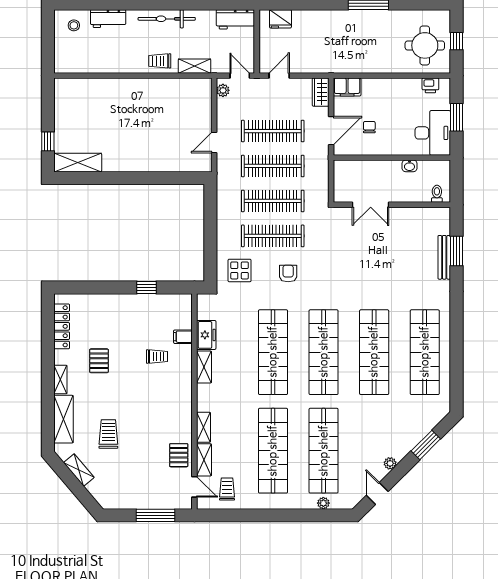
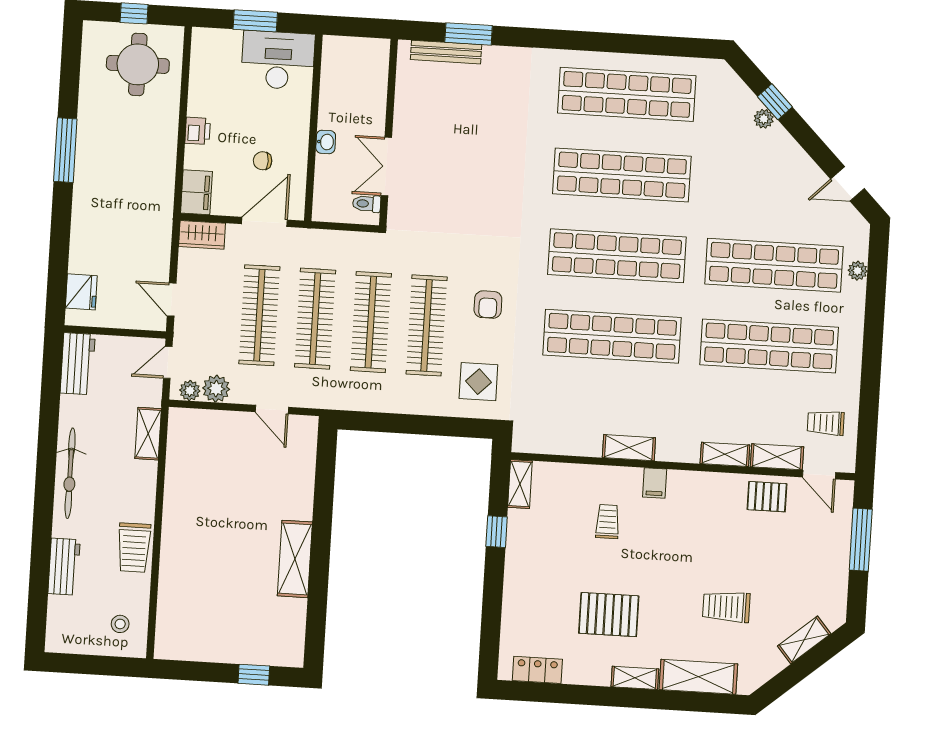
stool: (74, 25) -> (120, 624), moved
trolley: (160, 61) -> (134, 548), moved, width x1.36, depth x1.39
printer: (430, 85) -> (198, 131), moved
plant: (225, 107) -> (216, 389), added
door: (331, 131) -> (264, 222), hinge flipped
shelving: (78, 163) -> (295, 559), moved
washbasin: (409, 166) -> (326, 142), moved
toilet: (437, 194) -> (367, 204), moved
double door: (371, 205) -> (386, 166), swing flipped
bench: (444, 257) -> (446, 52), moved
armchair: (288, 273) -> (488, 305), turned -90
shelving: (177, 300) -> (520, 484), added
locker: (62, 326) -> (537, 670), width x0.66
freezer: (206, 335) -> (578, 441), removed
filing cabinet: (183, 337) -> (655, 483), moved
pallet: (99, 361) -> (609, 615), width x1.50, depth x1.42
window: (426, 445) -> (775, 102), width x0.67
plant: (390, 463) -> (764, 119), moved
shelving: (79, 470) -> (804, 640), moved
door: (194, 487) -> (819, 475), swing flipped

